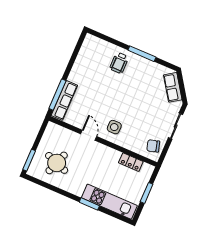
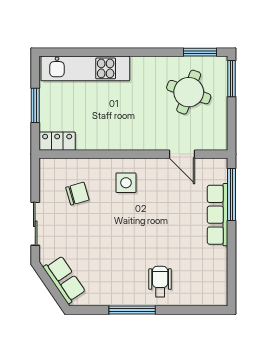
row of seats: (64, 100) -> (218, 215), moved
door: (89, 135) -> (182, 154), moved
chair: (153, 146) -> (77, 194), moved
locker: (131, 162) -> (57, 141), moved
window: (89, 204) -> (200, 52), moved

